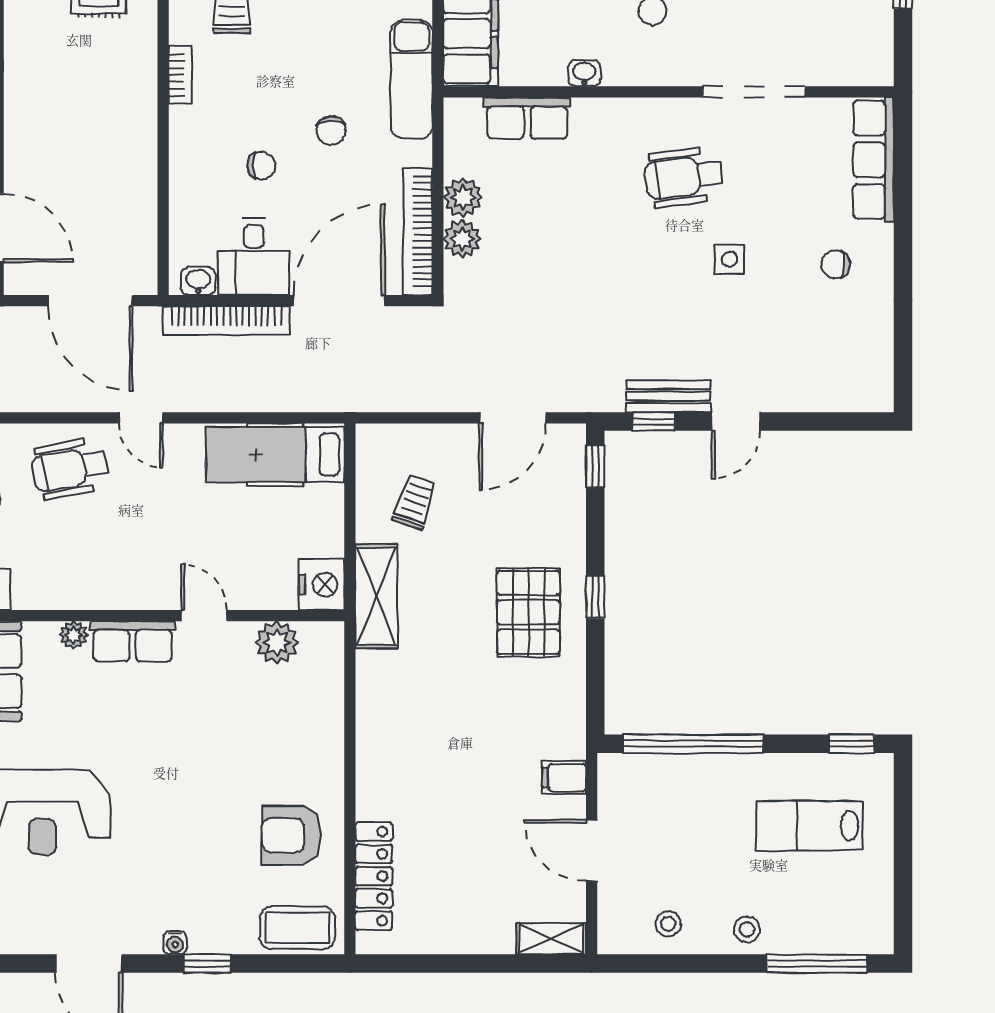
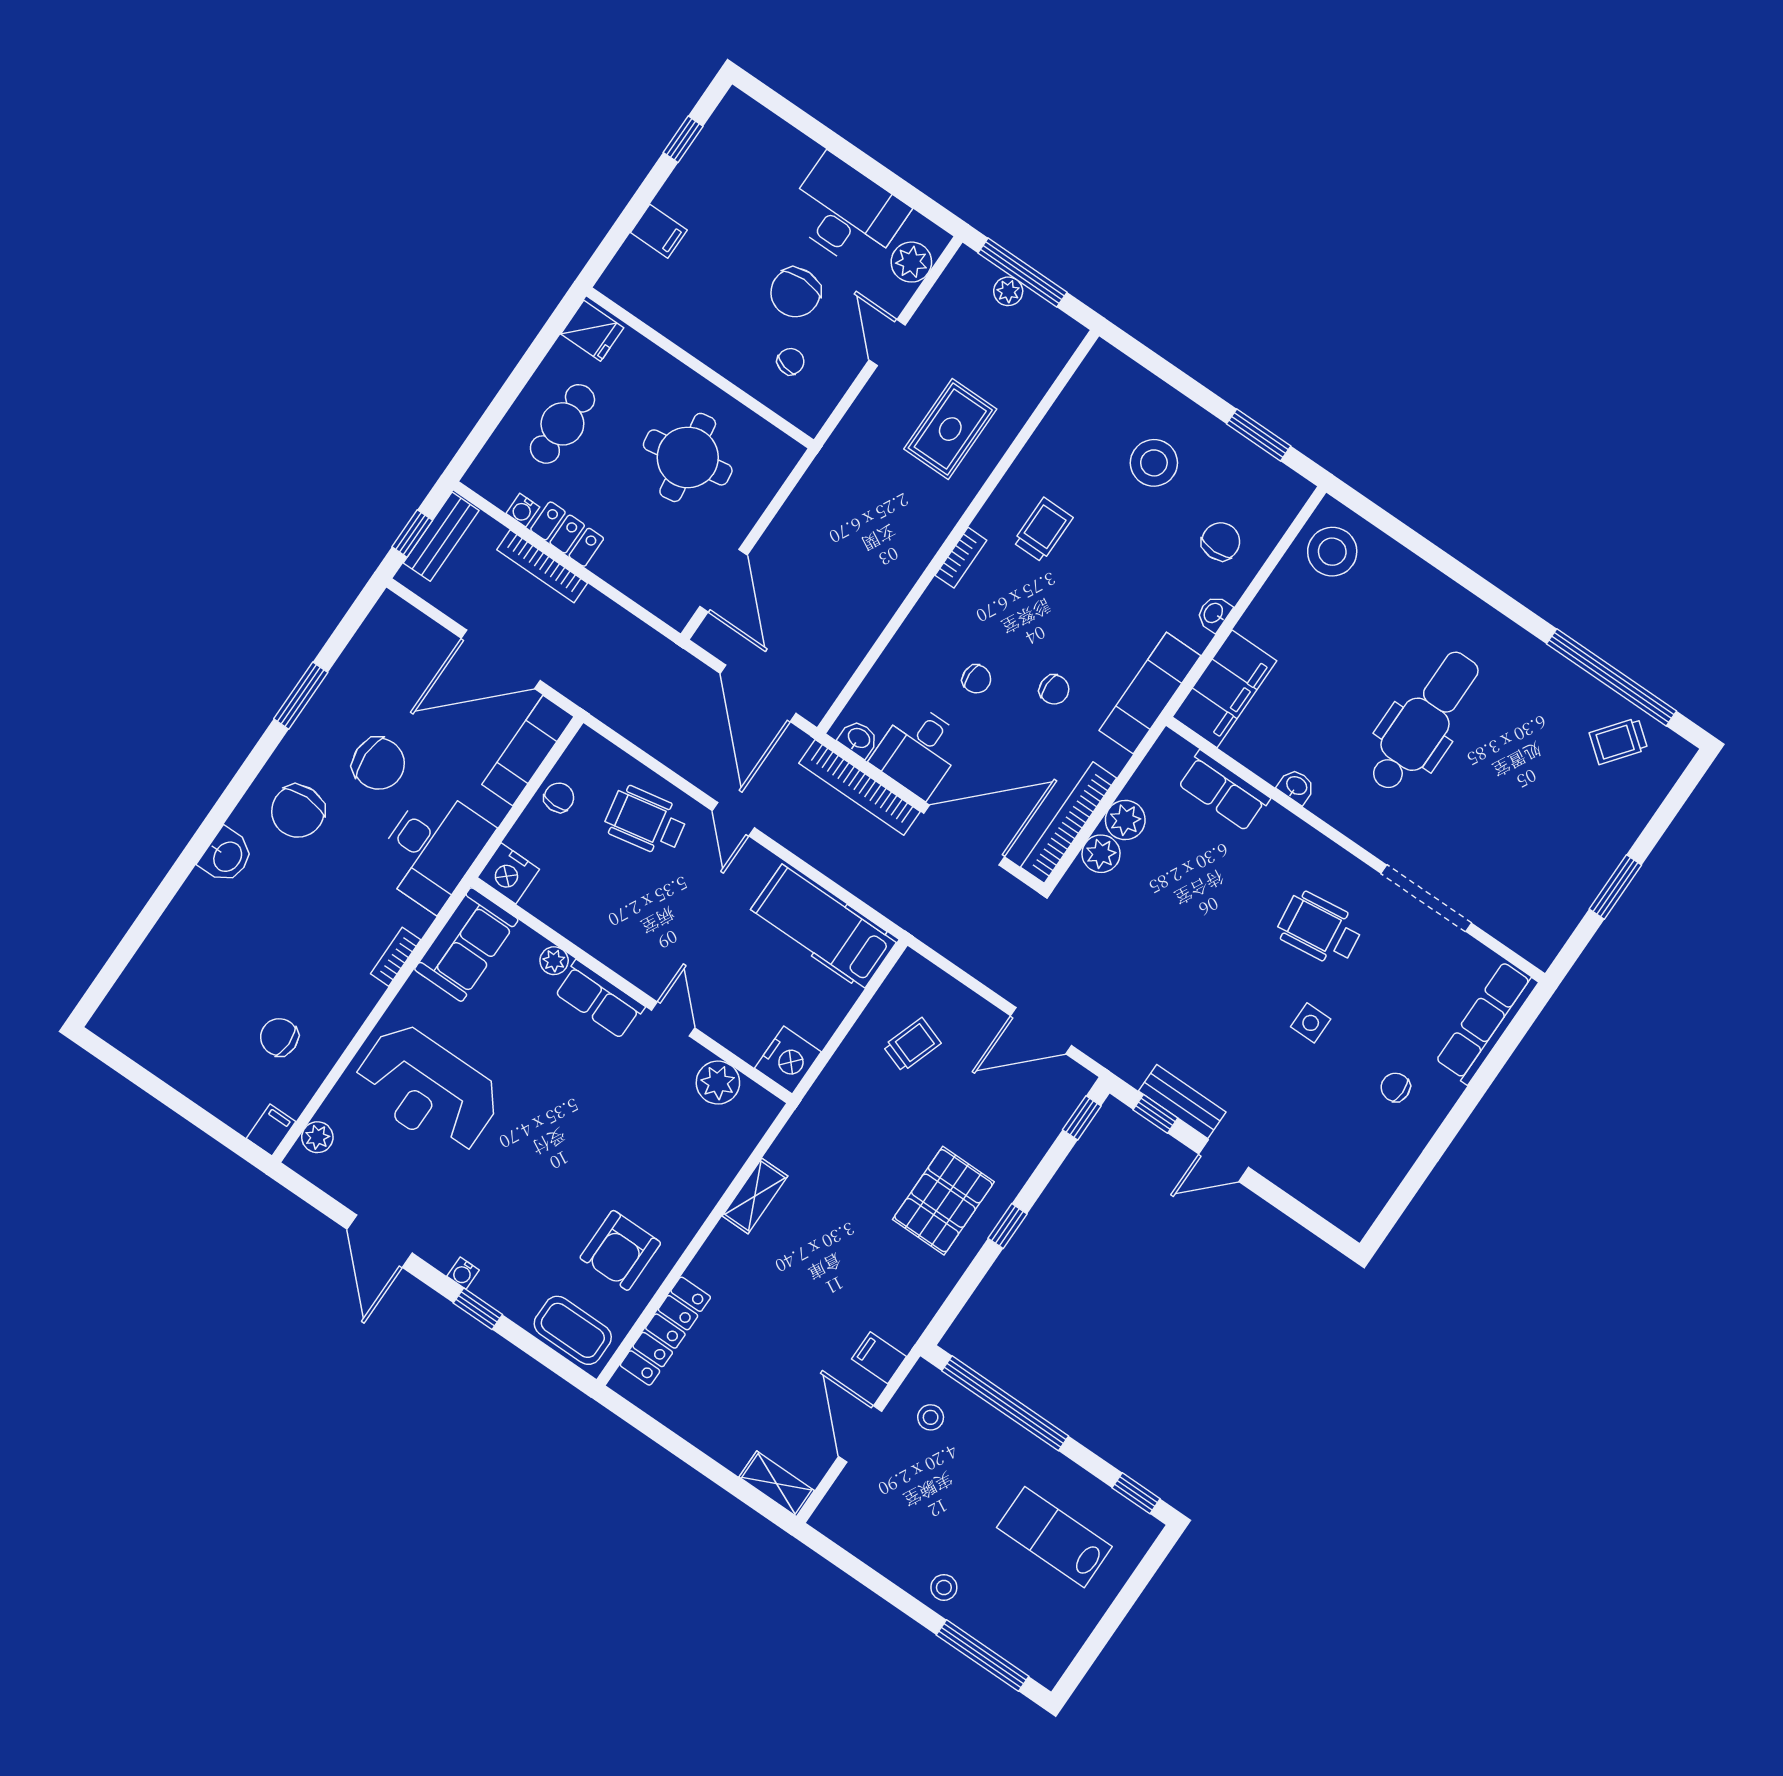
chair: (331, 130) -> (1054, 690), turned -86
shelving: (376, 596) -> (755, 1196), moved, width x0.67, depth x0.75
armchair: (291, 835) -> (620, 1250), turned -90
stool: (668, 924) -> (931, 1417), moved

